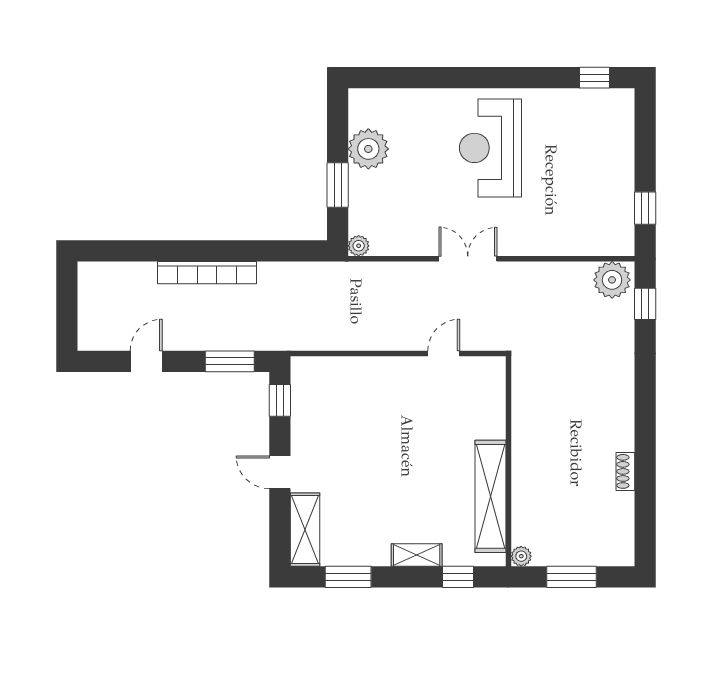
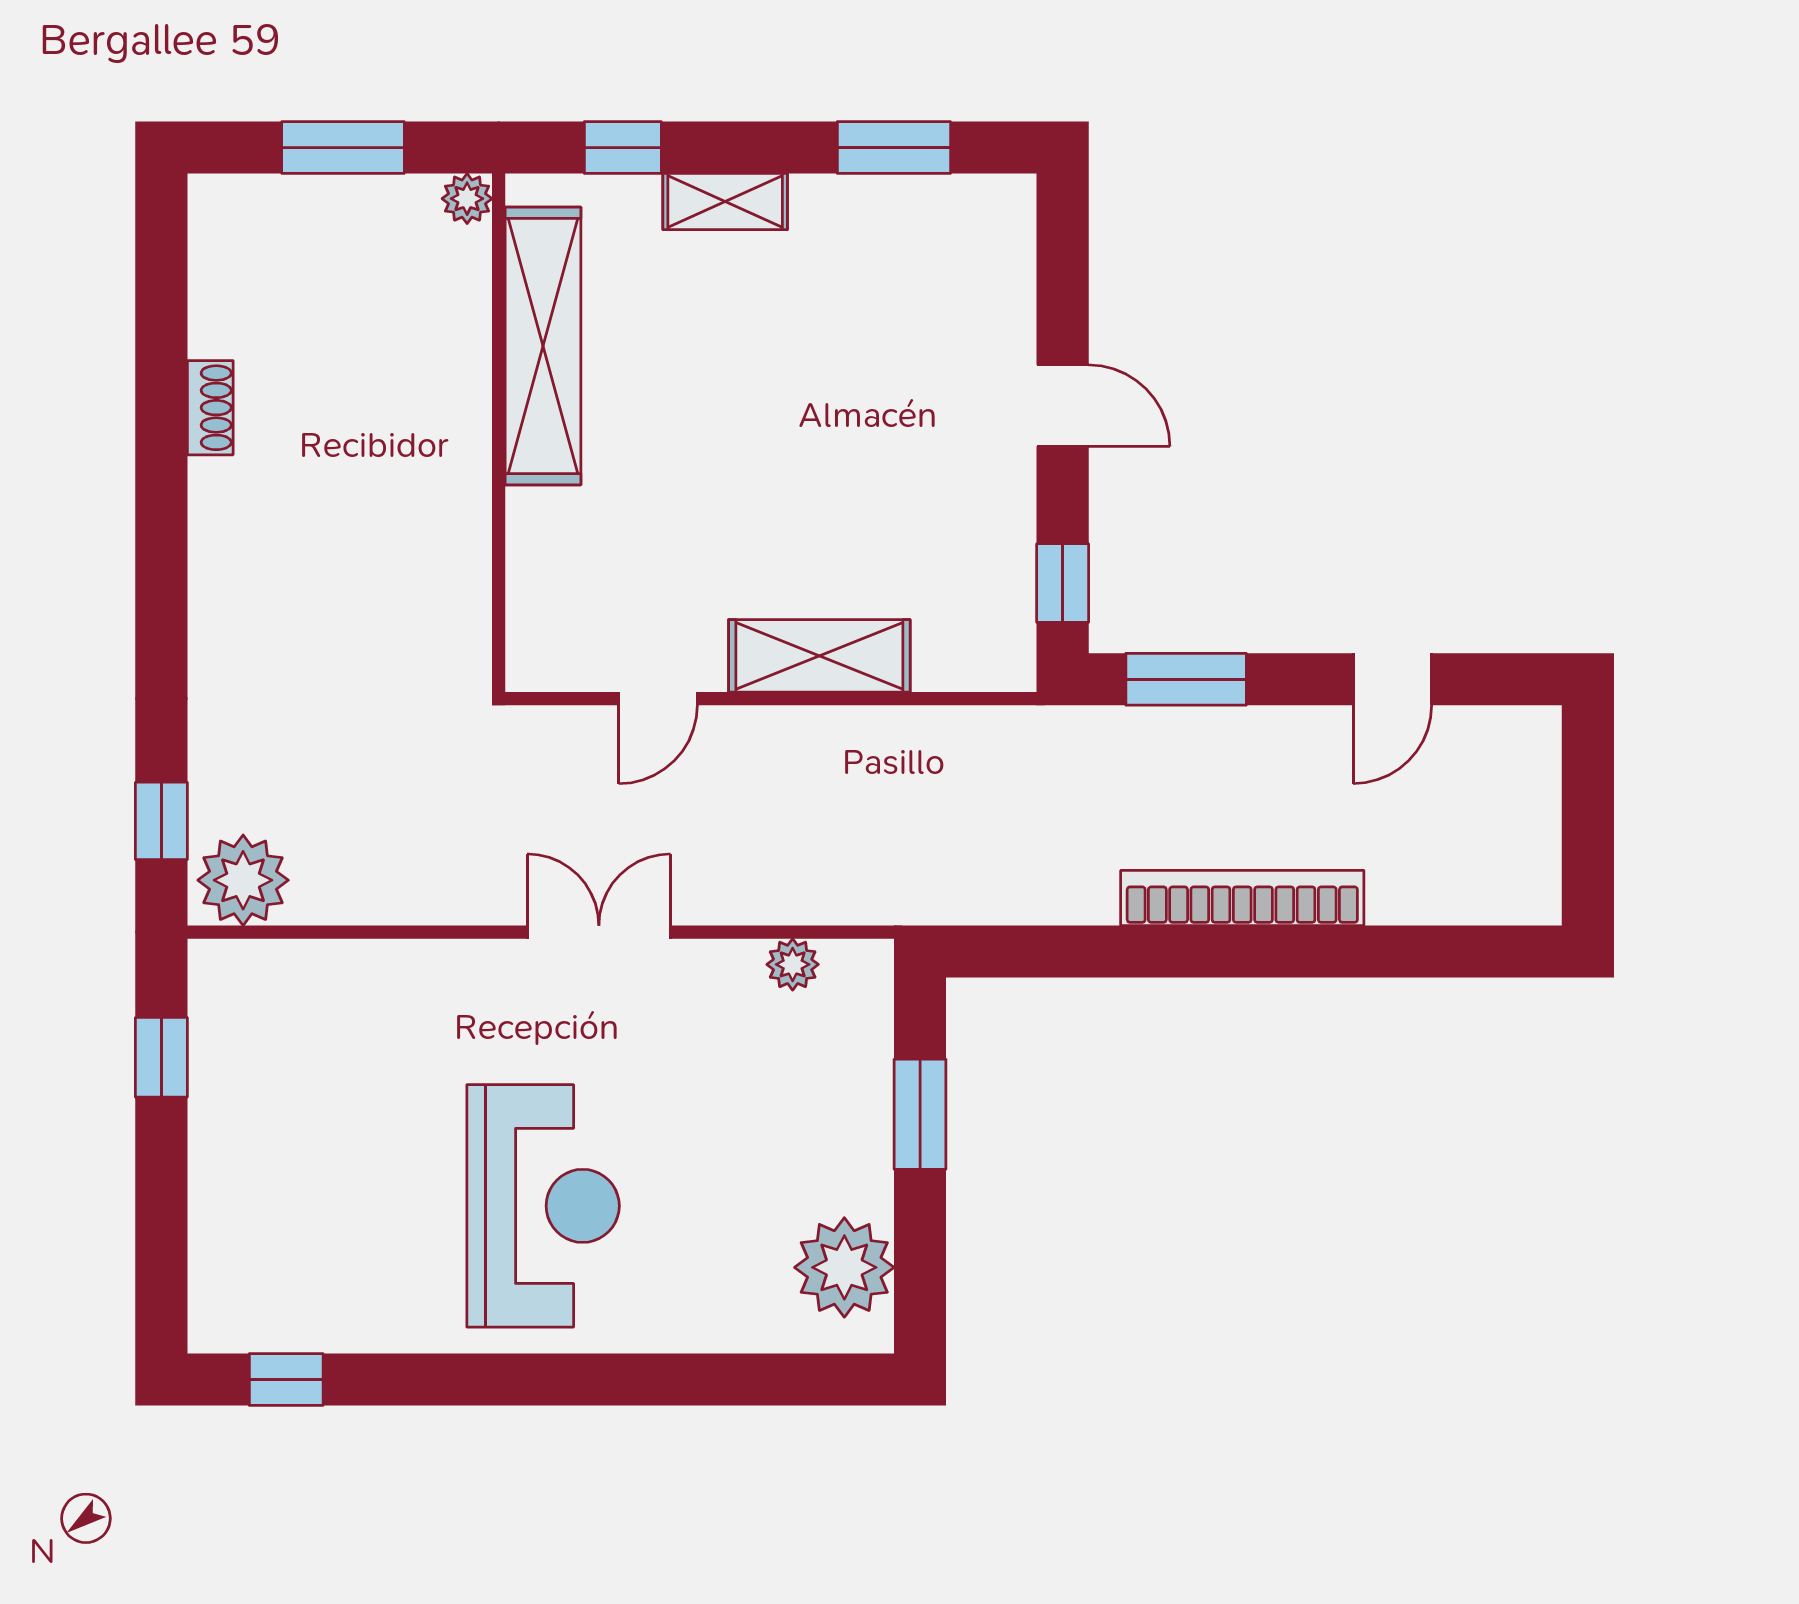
plant: (368, 149) -> (844, 1267), moved
plant: (359, 246) -> (793, 964), moved
double door: (468, 259) -> (599, 932), swing flipped
shelving: (305, 530) -> (819, 656), moved, turned 90

